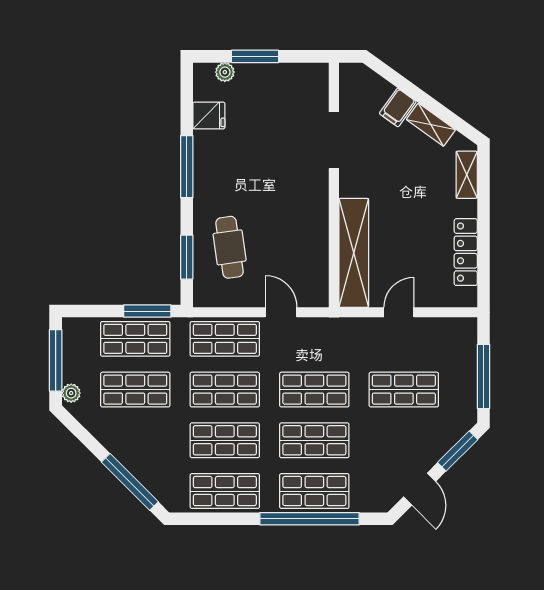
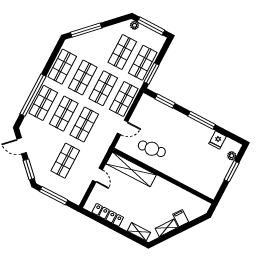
doorway: (334, 140) -> (181, 185), removed
cafe table: (230, 247) -> (152, 149), moved

